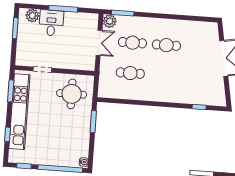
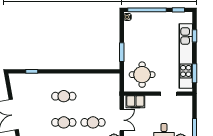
double door: (99, 43) -> (122, 120), swing flipped
filing cabinet: (82, 63) -> (135, 102), added
cafe table: (130, 73) -> (64, 96), moved

